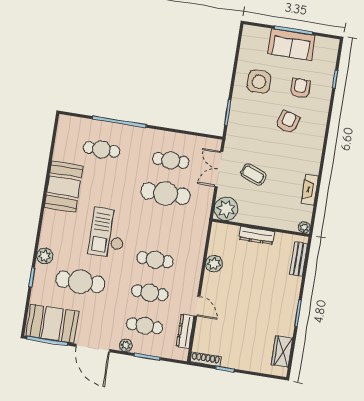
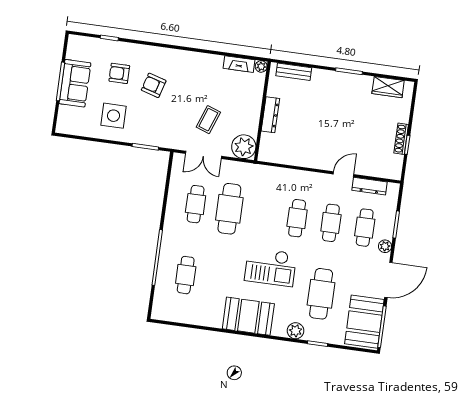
booth: (64, 187) -> (248, 316), moved
fireplace: (310, 190) -> (239, 64), moved
plant: (214, 264) -> (300, 158), removed
shoe rack: (206, 359) -> (401, 139), moved

